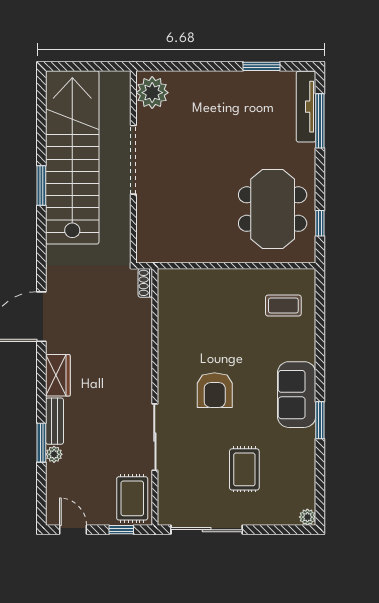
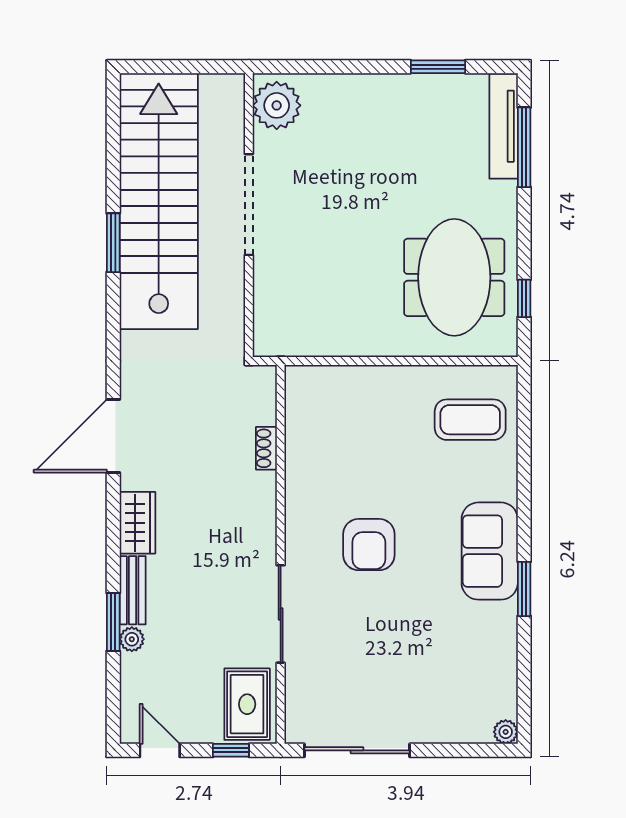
shoe rack: (145, 283) -> (266, 448), moved
coffee table: (283, 306) -> (470, 420), width x1.36, depth x1.30
rug: (244, 469) -> (413, 662), removed

